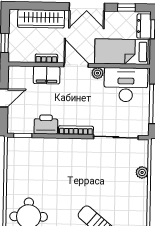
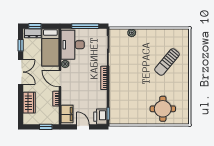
wardrobe: (41, 19) -> (29, 103), width x0.67
door: (76, 65) -> (60, 78), hinge flipped
filing cabinet: (47, 75) -> (67, 114), moved
printer: (46, 125) -> (100, 117), moved

